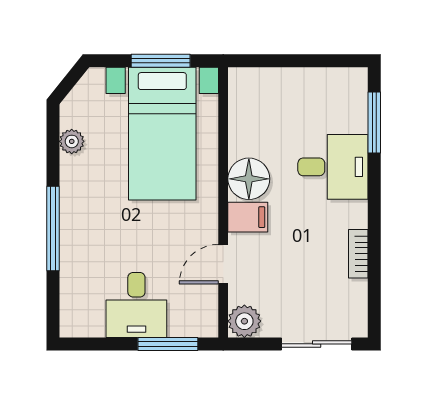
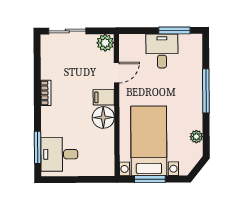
desk: (333, 167) -> (59, 154), moved
bookcase: (358, 254) -> (46, 93), moved
window: (168, 344) -> (174, 30), moved

